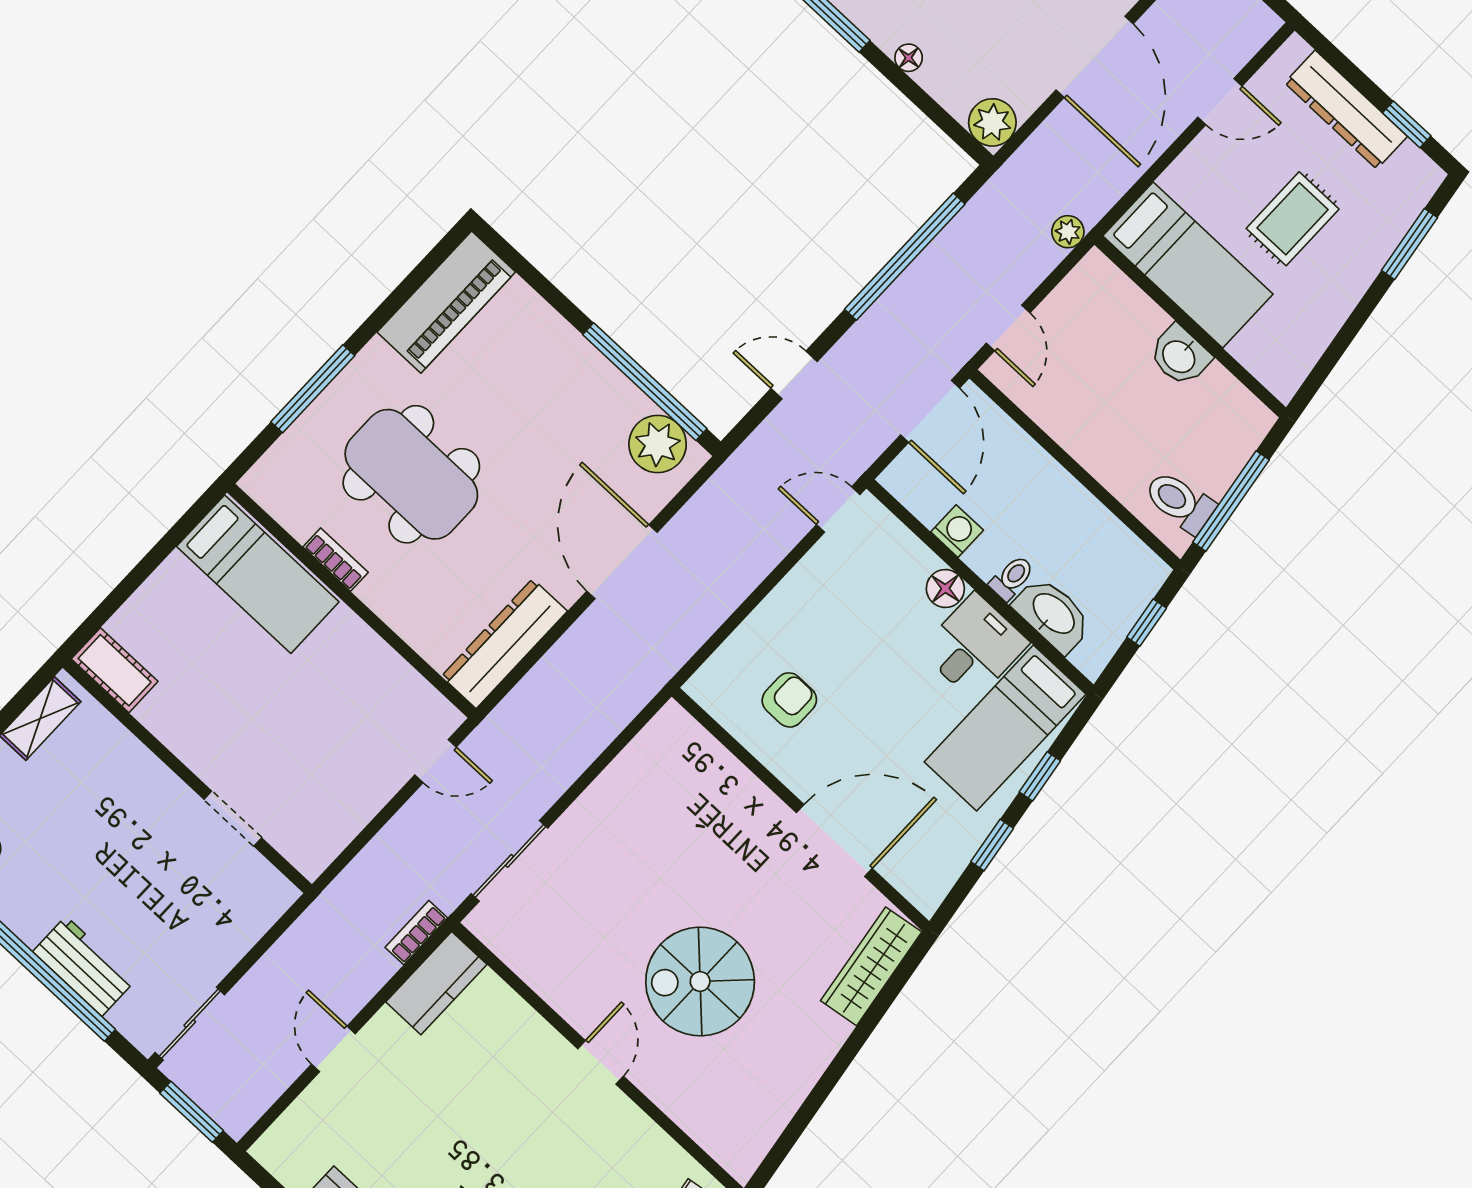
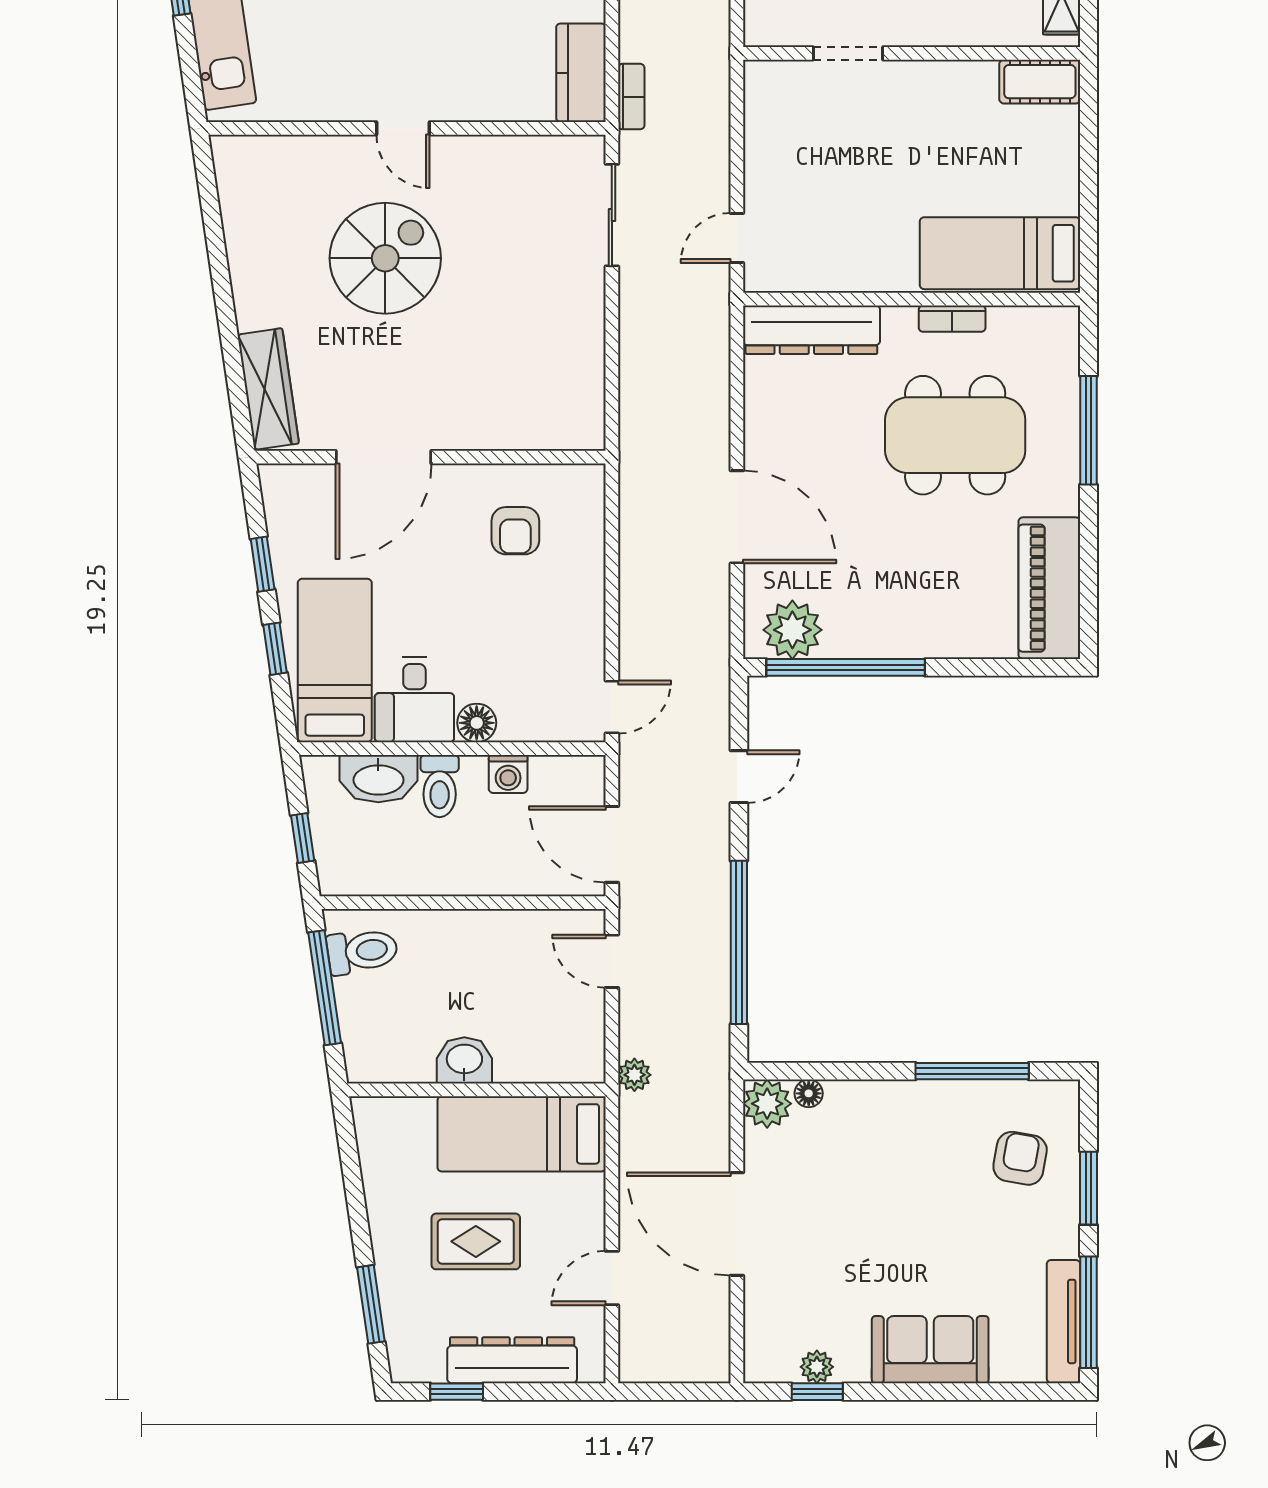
floor lamp: (909, 58) -> (809, 1093), moved
rug: (1293, 219) -> (476, 1241), turned 90
toilet: (1012, 578) -> (440, 786), width x1.37, depth x1.39
dresser: (504, 644) -> (811, 330), moved, turned 90

